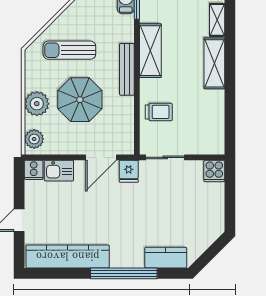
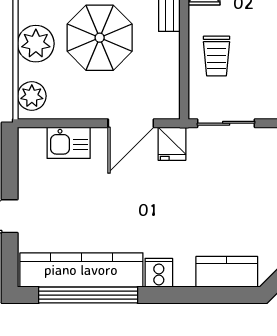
trolley: (159, 112) -> (217, 56), turned 90
cooker: (34, 170) -> (159, 273), moved, turned 180
window: (124, 273) -> (88, 295), moved

